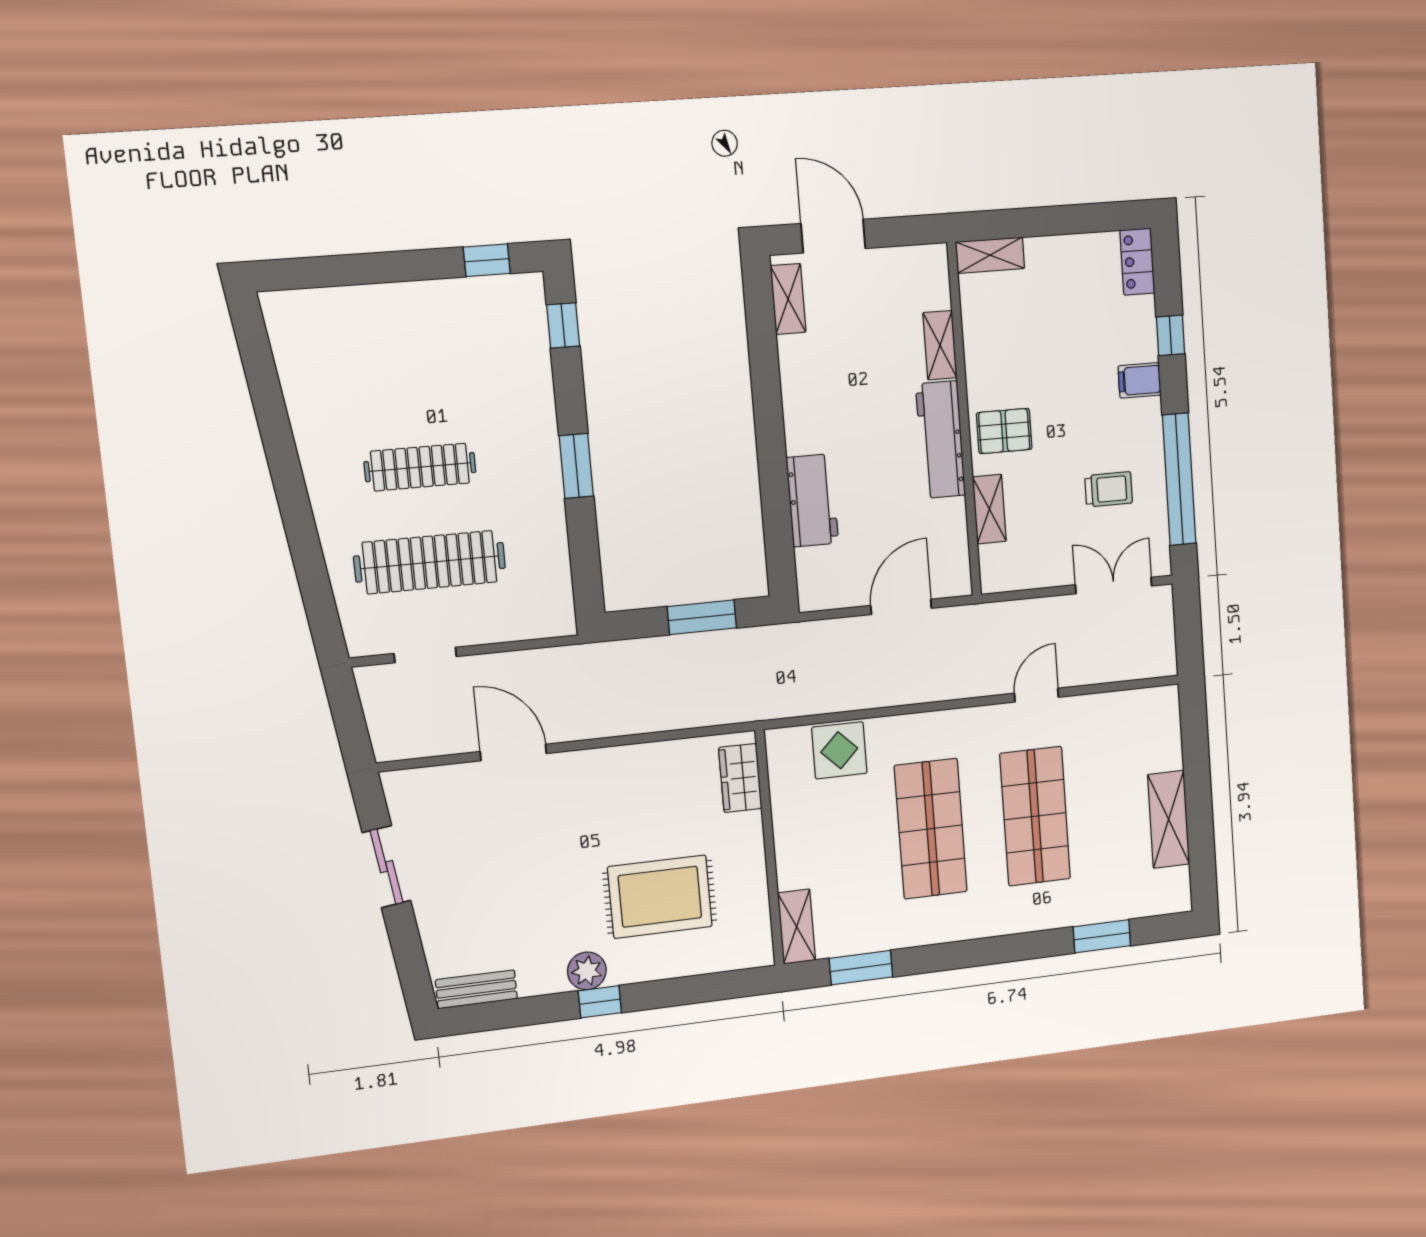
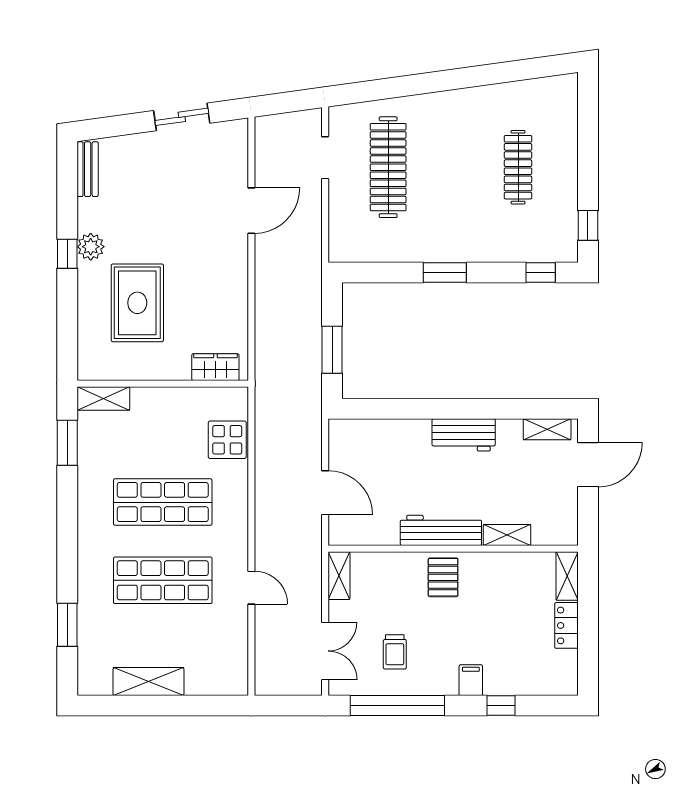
locker: (1137, 262) -> (566, 625), moved, turned -90
clothes rail: (420, 467) -> (518, 167), moved
workbench: (812, 500) -> (464, 435), moved
shelving: (989, 509) -> (339, 576), moved, turned 90

